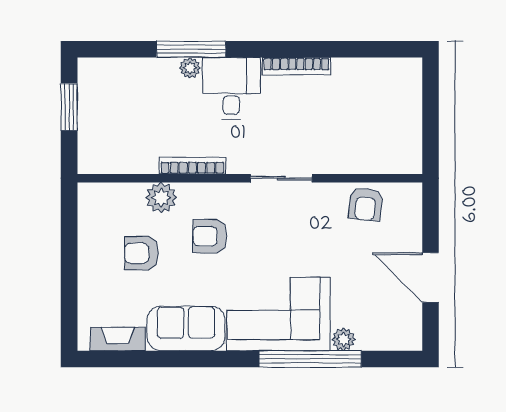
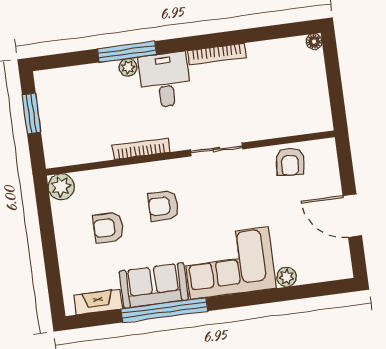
floor lamp: (413, 67) -> (314, 42), added
plant: (161, 198) -> (61, 187), moved
window: (310, 359) -> (164, 310), moved

